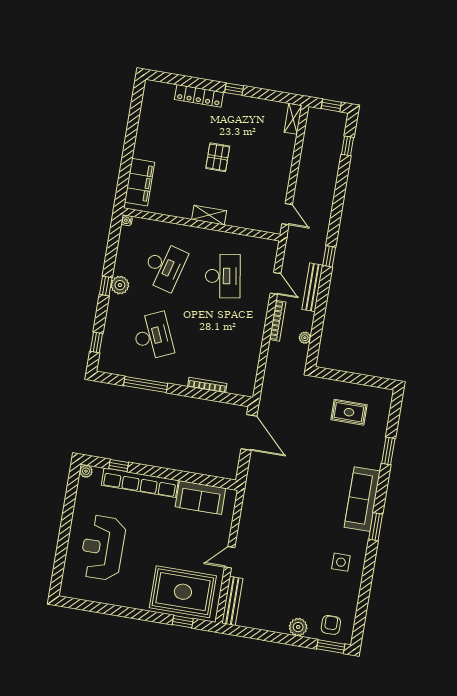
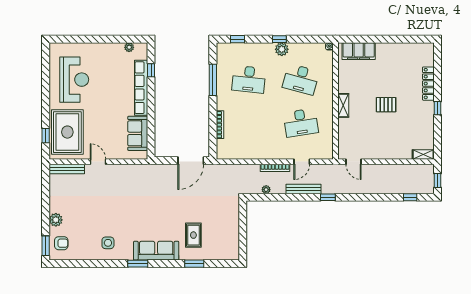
door: (287, 214) -> (353, 162), hinge flipped
desk: (153, 336) -> (249, 79), turned 30
rug: (349, 412) -> (193, 235), moved
plant: (86, 471) -> (129, 47), moved
reception desk: (103, 548) -> (74, 80), moved, turned 90

